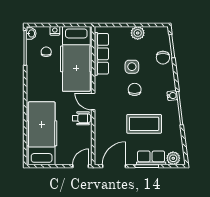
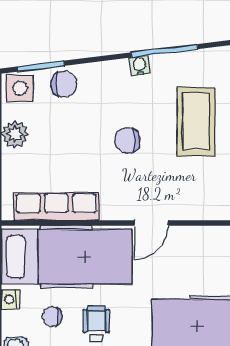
side table: (132, 67) -> (20, 89), moved
wheelchair: (82, 118) -> (96, 324), moved

